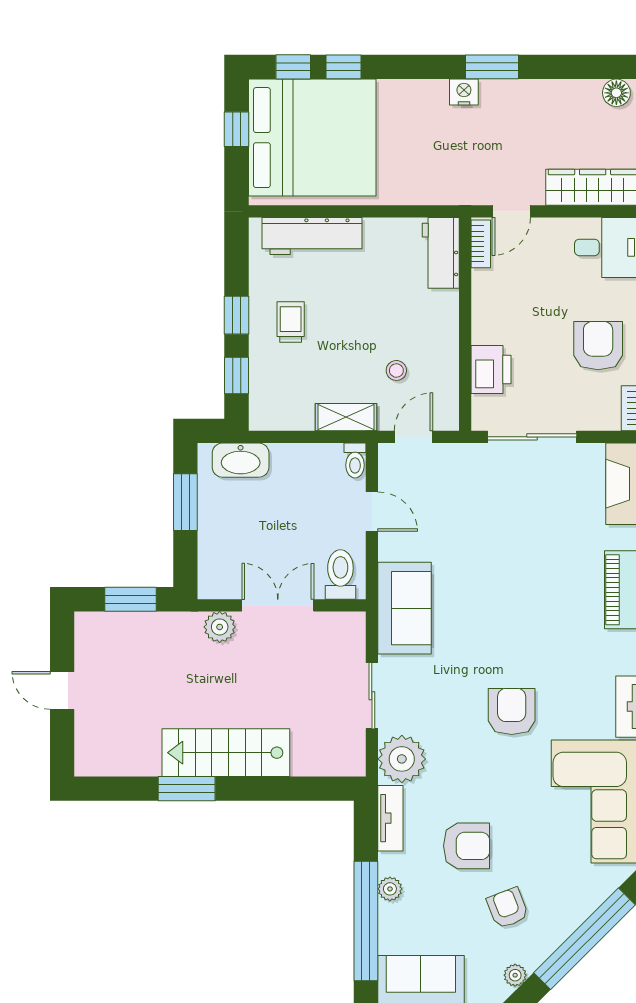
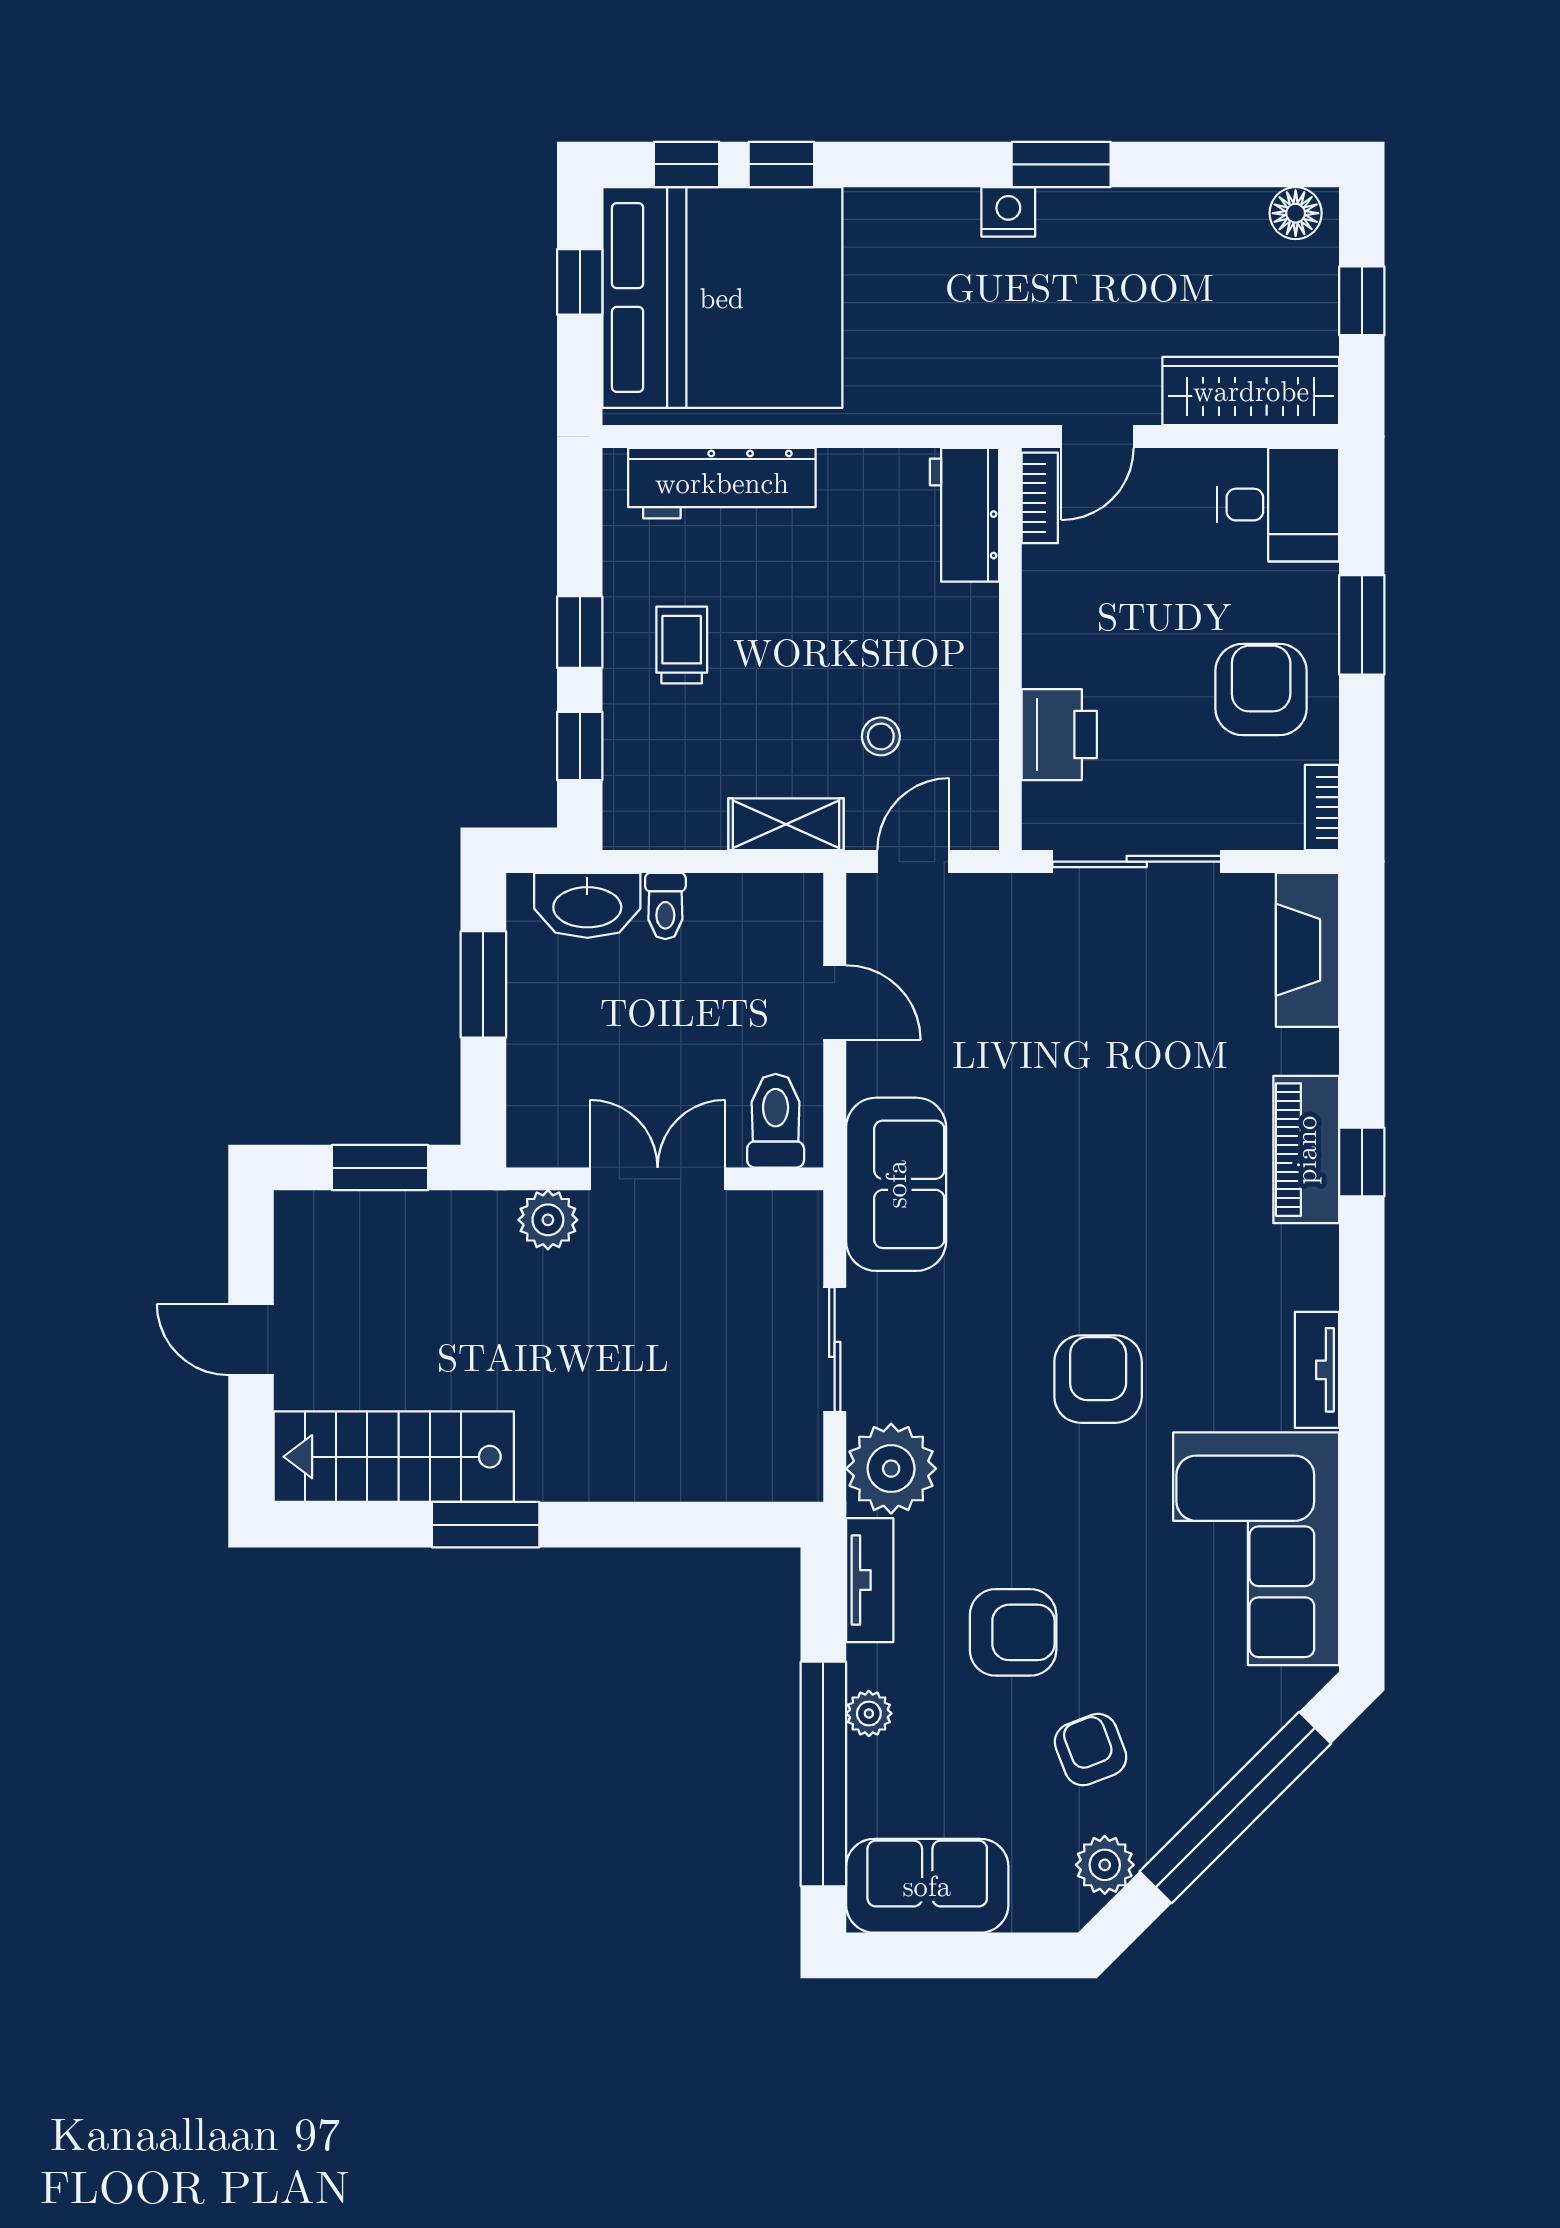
toilet: (355, 460) -> (665, 906), moved
stairs: (226, 753) -> (394, 1457), moved
plant: (515, 975) -> (1105, 1865), width x1.38, depth x1.38

